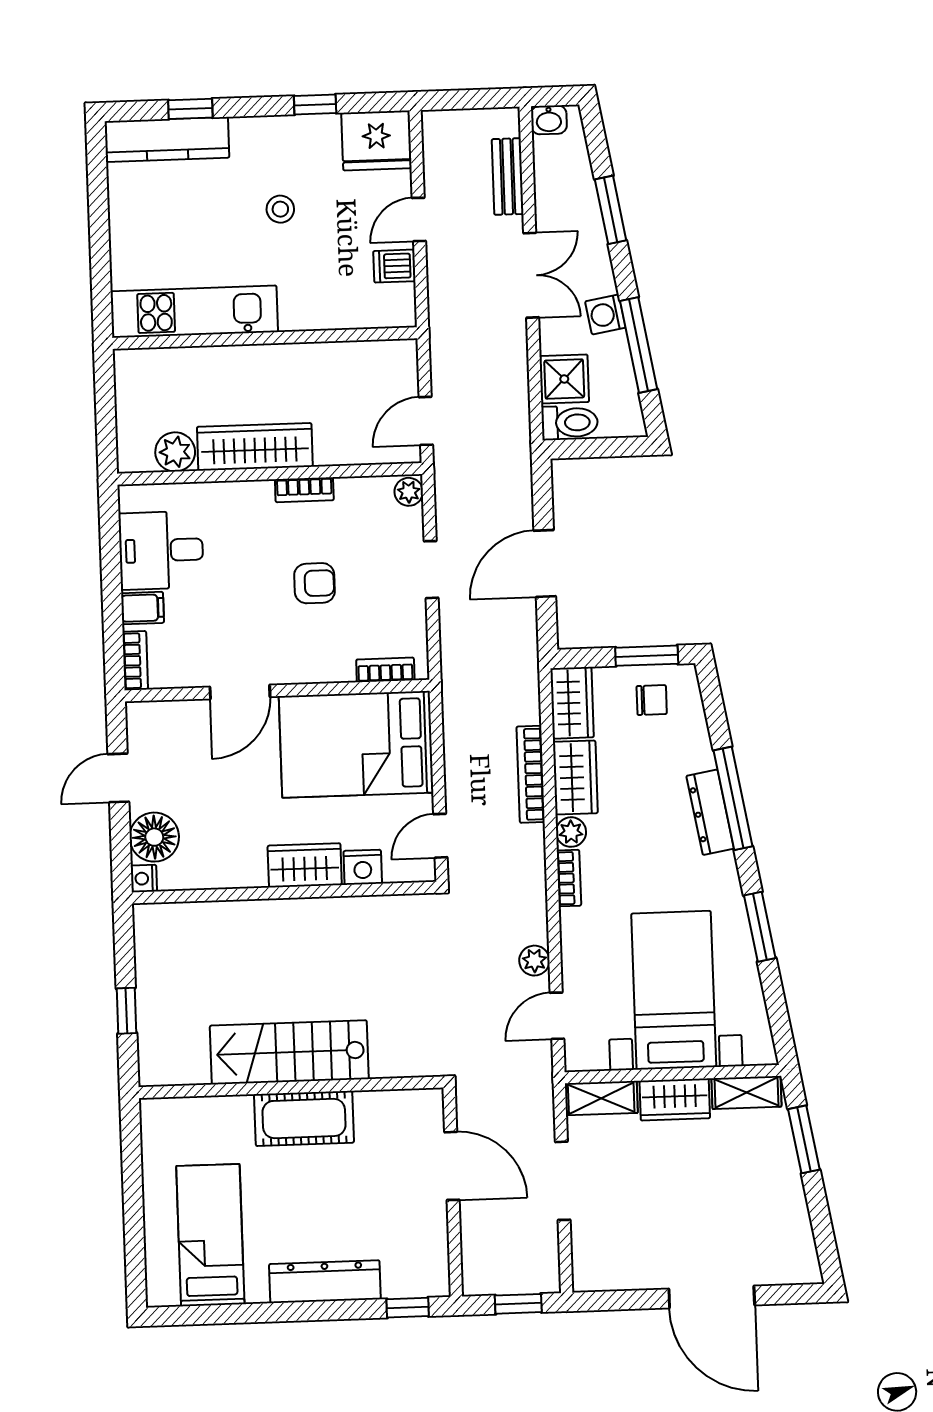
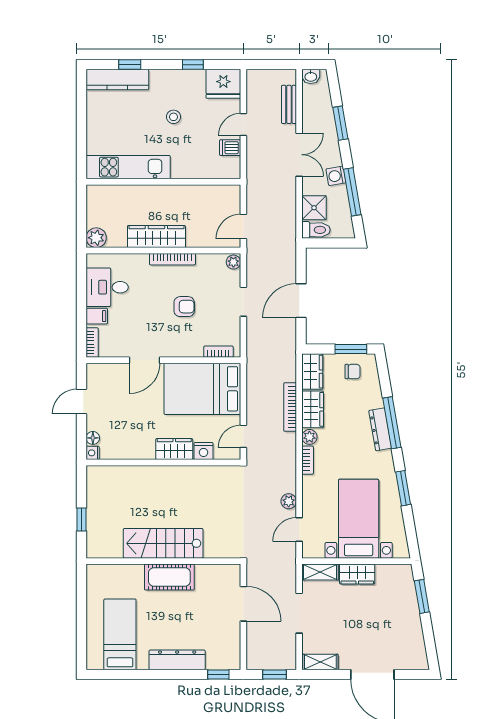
plant: (175, 452) -> (96, 238), moved
bookcase: (304, 490) -> (172, 259), width x1.56
floor lamp: (154, 837) -> (93, 438), width x0.53, depth x0.53
shelving: (746, 1092) -> (320, 662), moved

